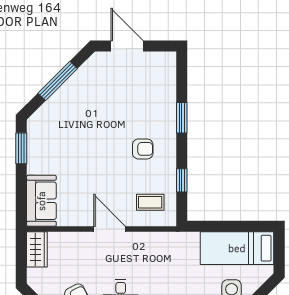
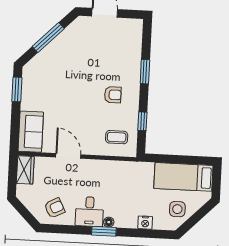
door: (110, 229) -> (68, 156), moved

